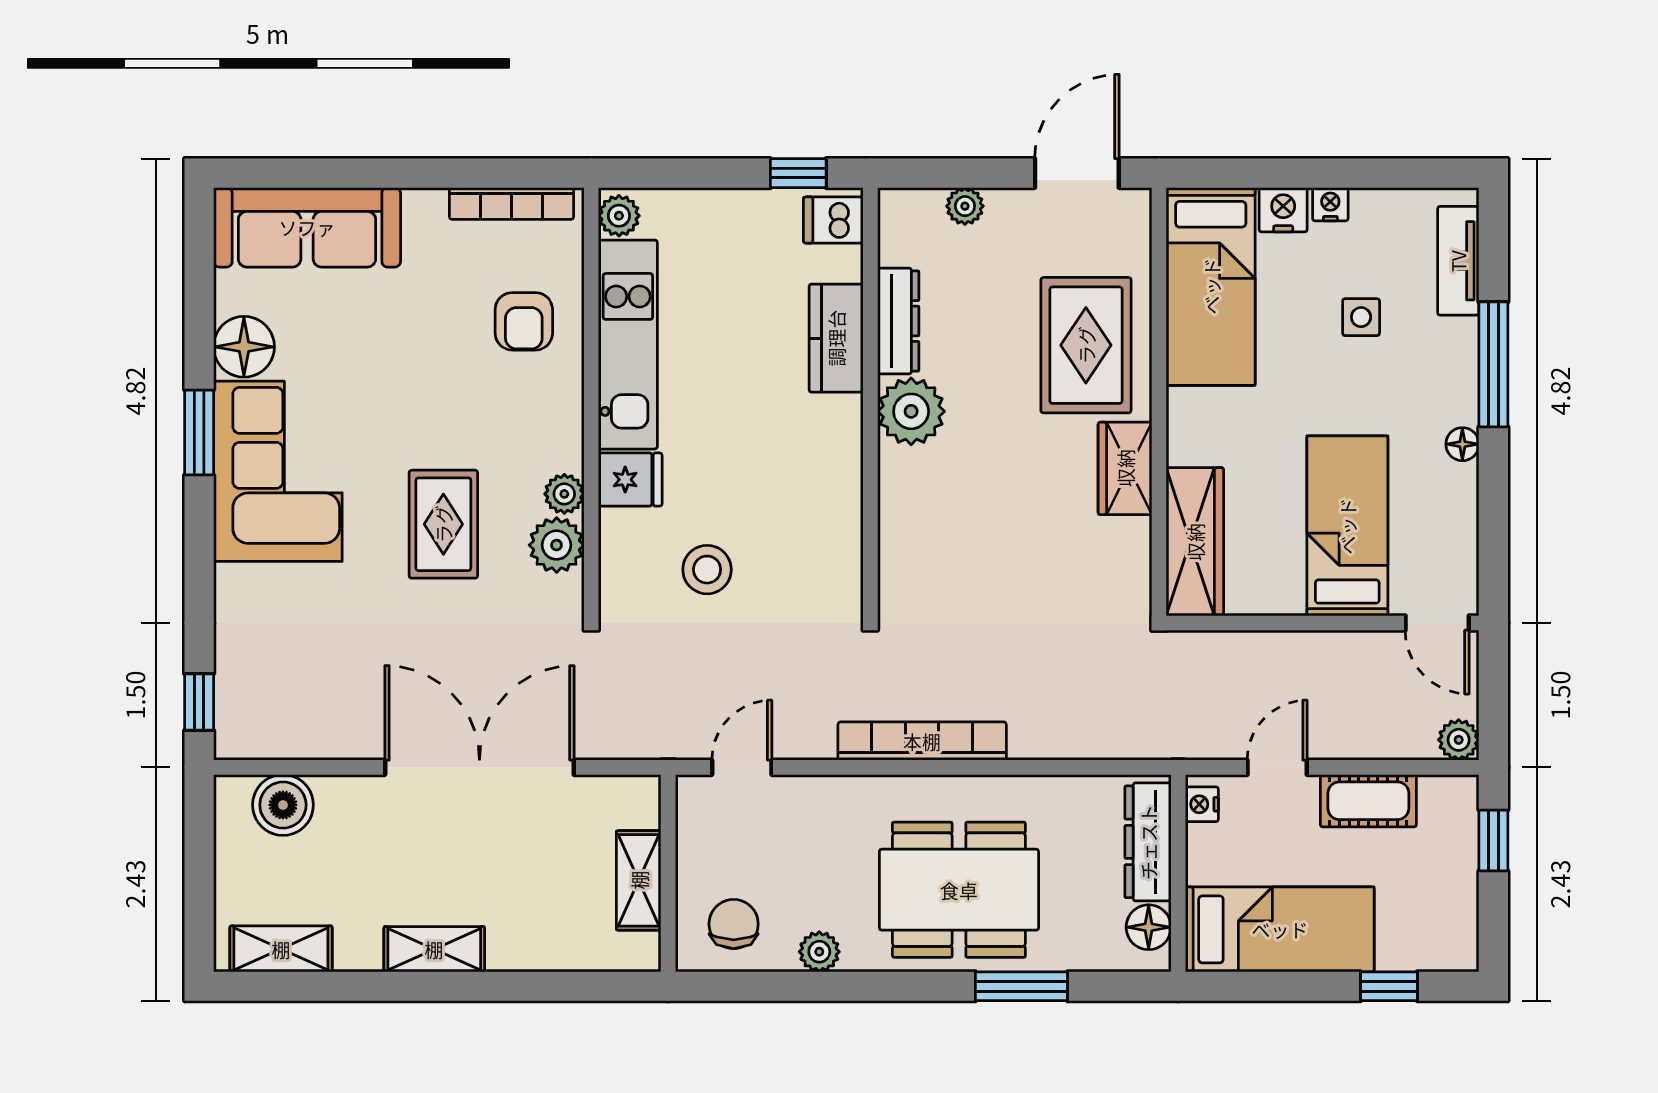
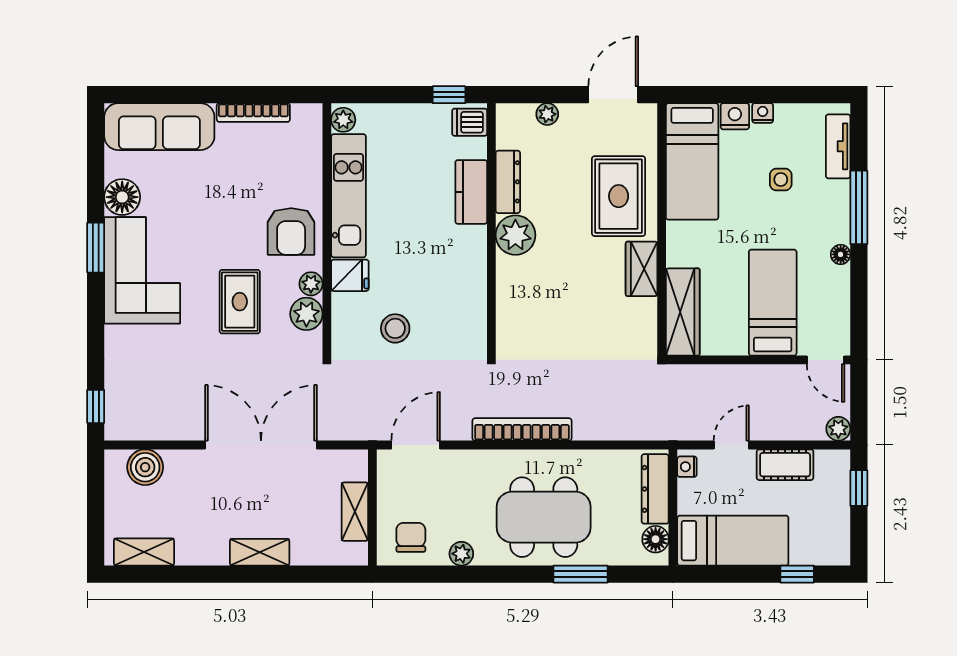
bookcase: (512, 203) -> (253, 113), moved
armchair: (524, 321) -> (291, 231), moved, width x1.38, depth x1.38
door: (742, 767) -> (416, 445), width x1.37
shelving: (434, 949) -> (260, 552), moved

